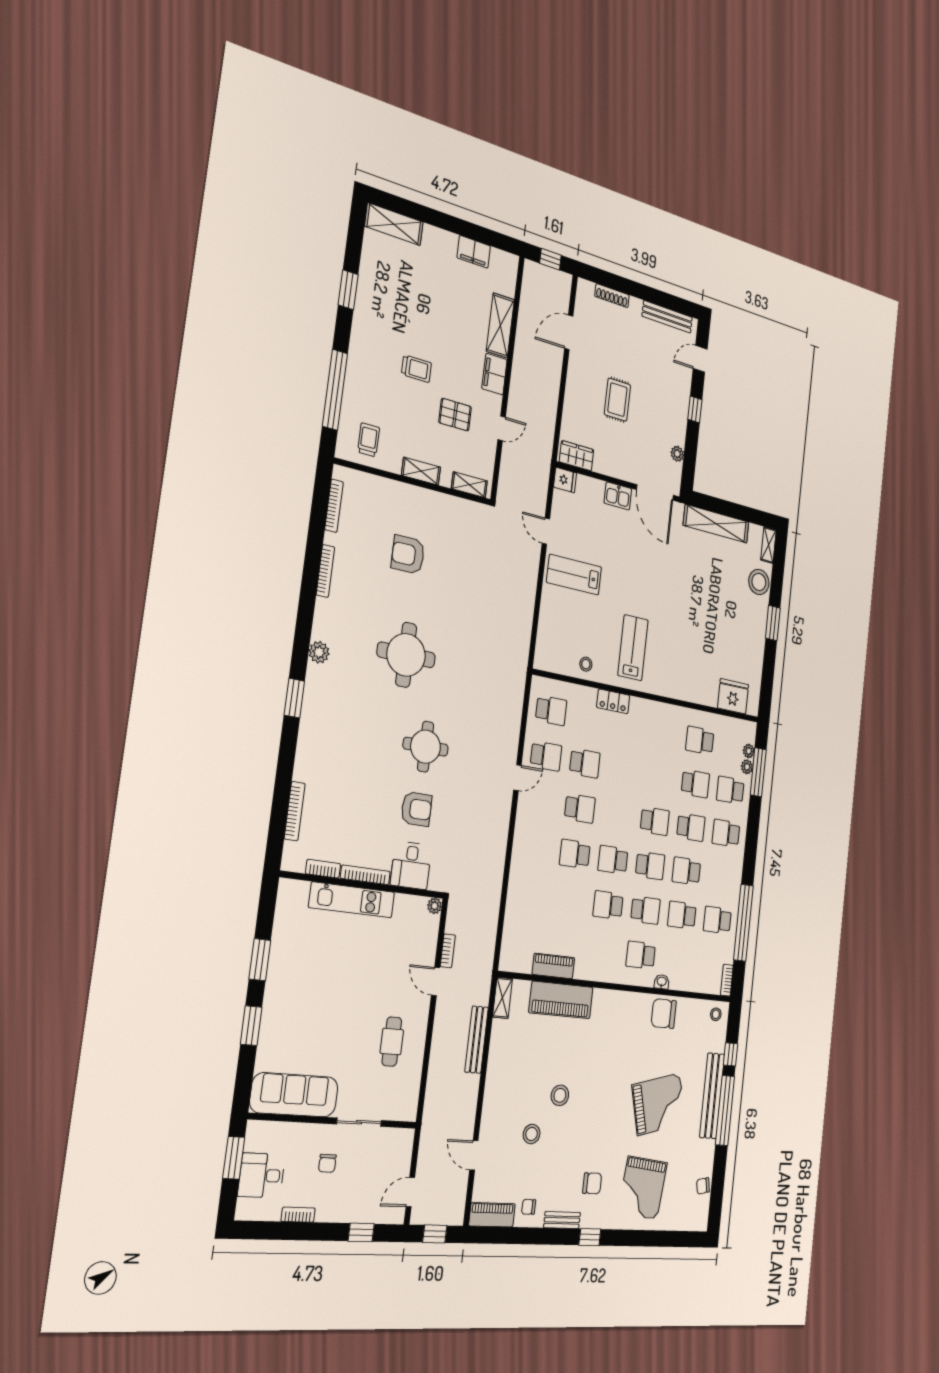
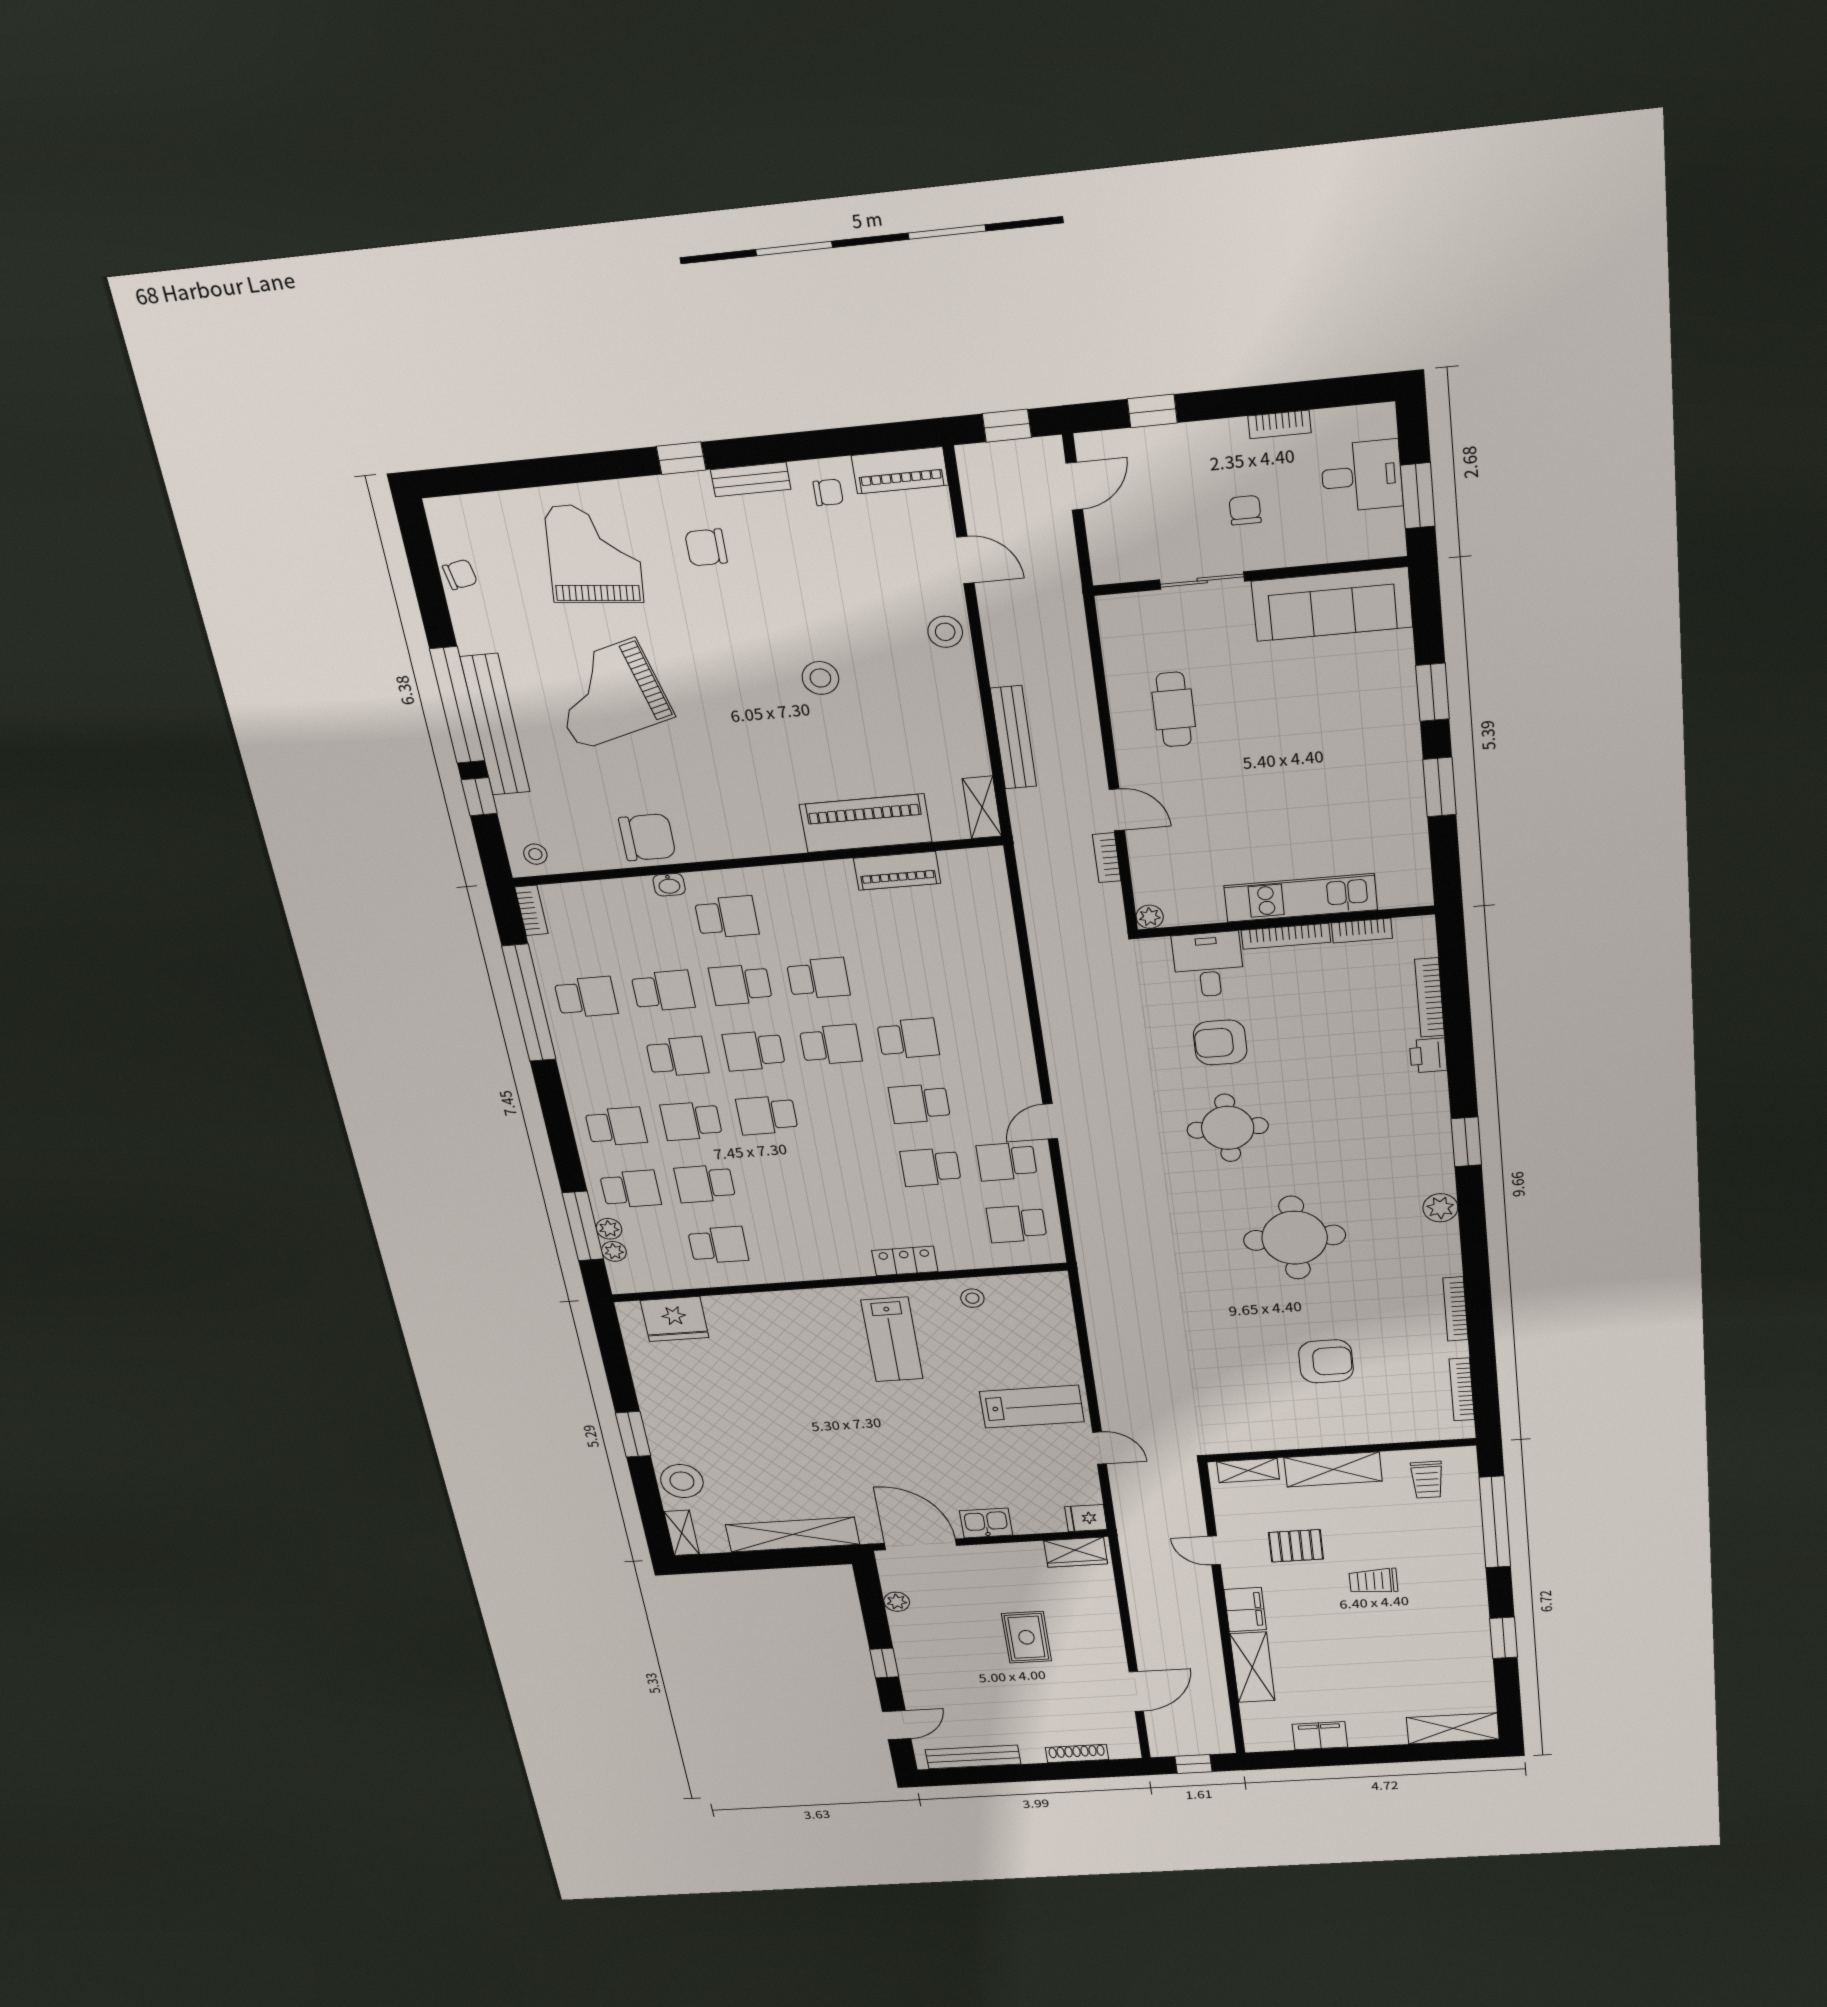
door: (502, 428) -> (1214, 1551), hinge flipped
shelving: (421, 471) -> (1333, 1469), width x1.50, depth x1.33
printer: (304, 769) -> (1428, 1055), added
stool: (532, 1134) -> (945, 632), moved

